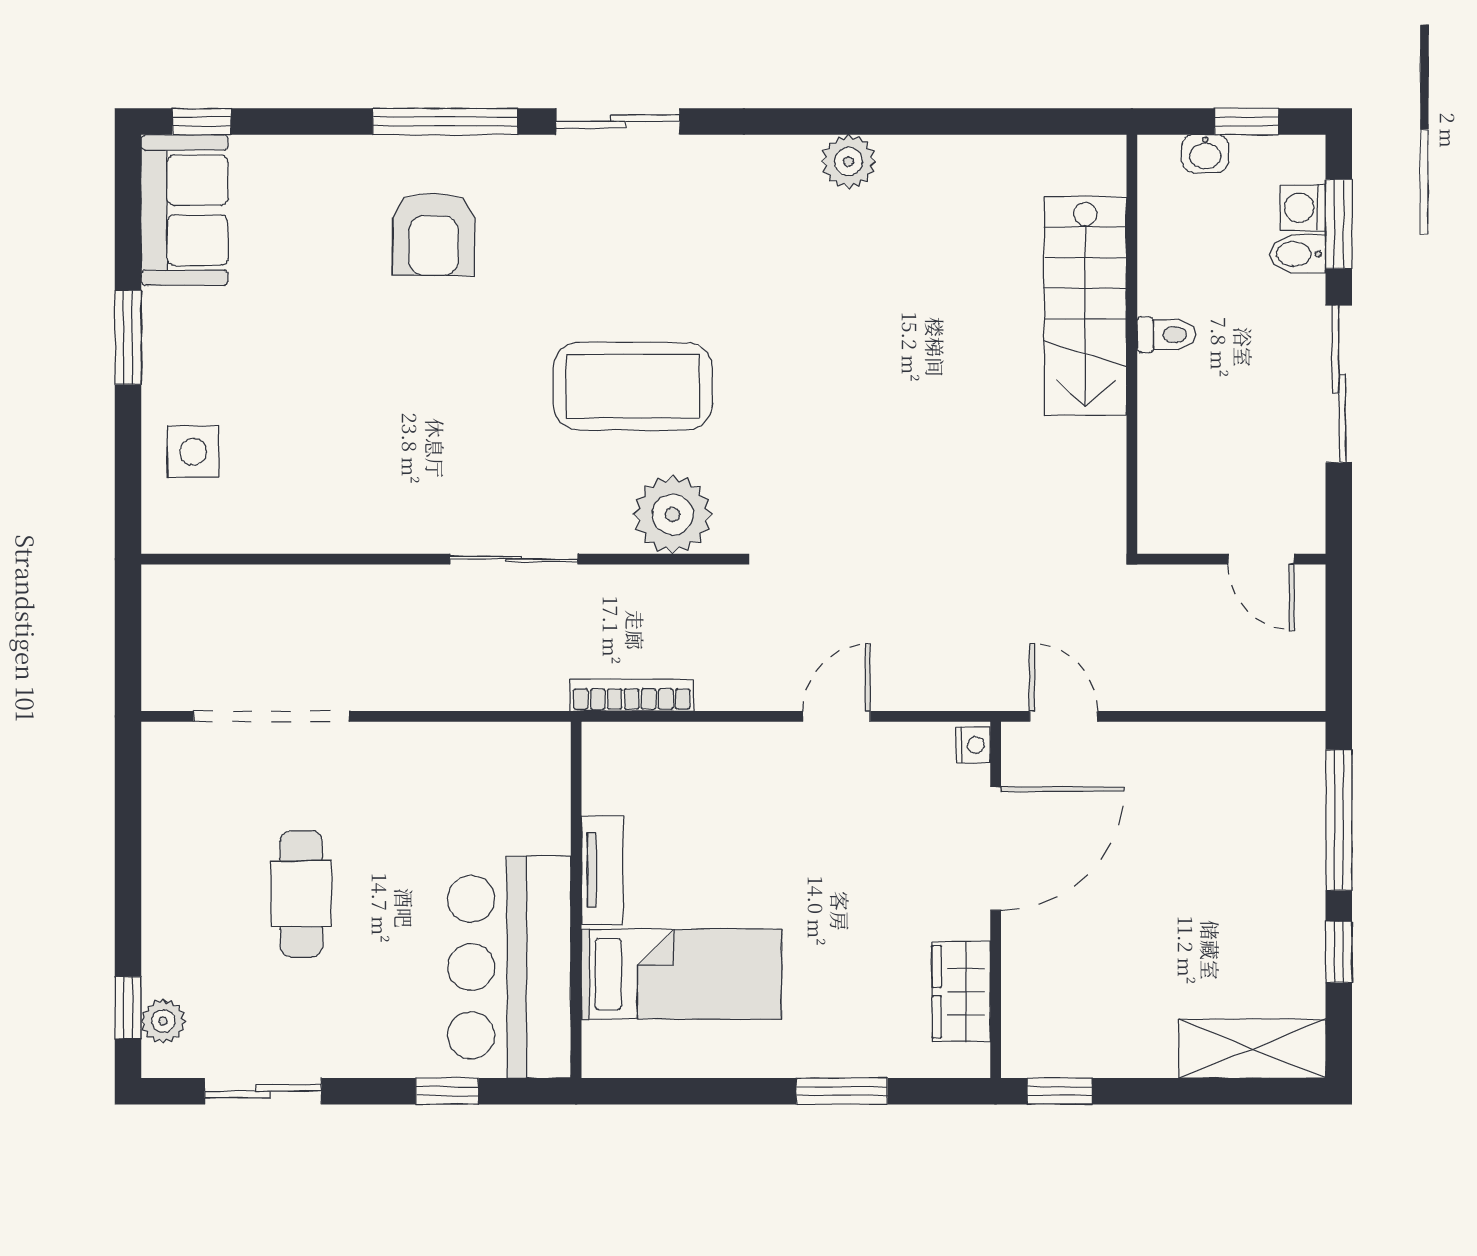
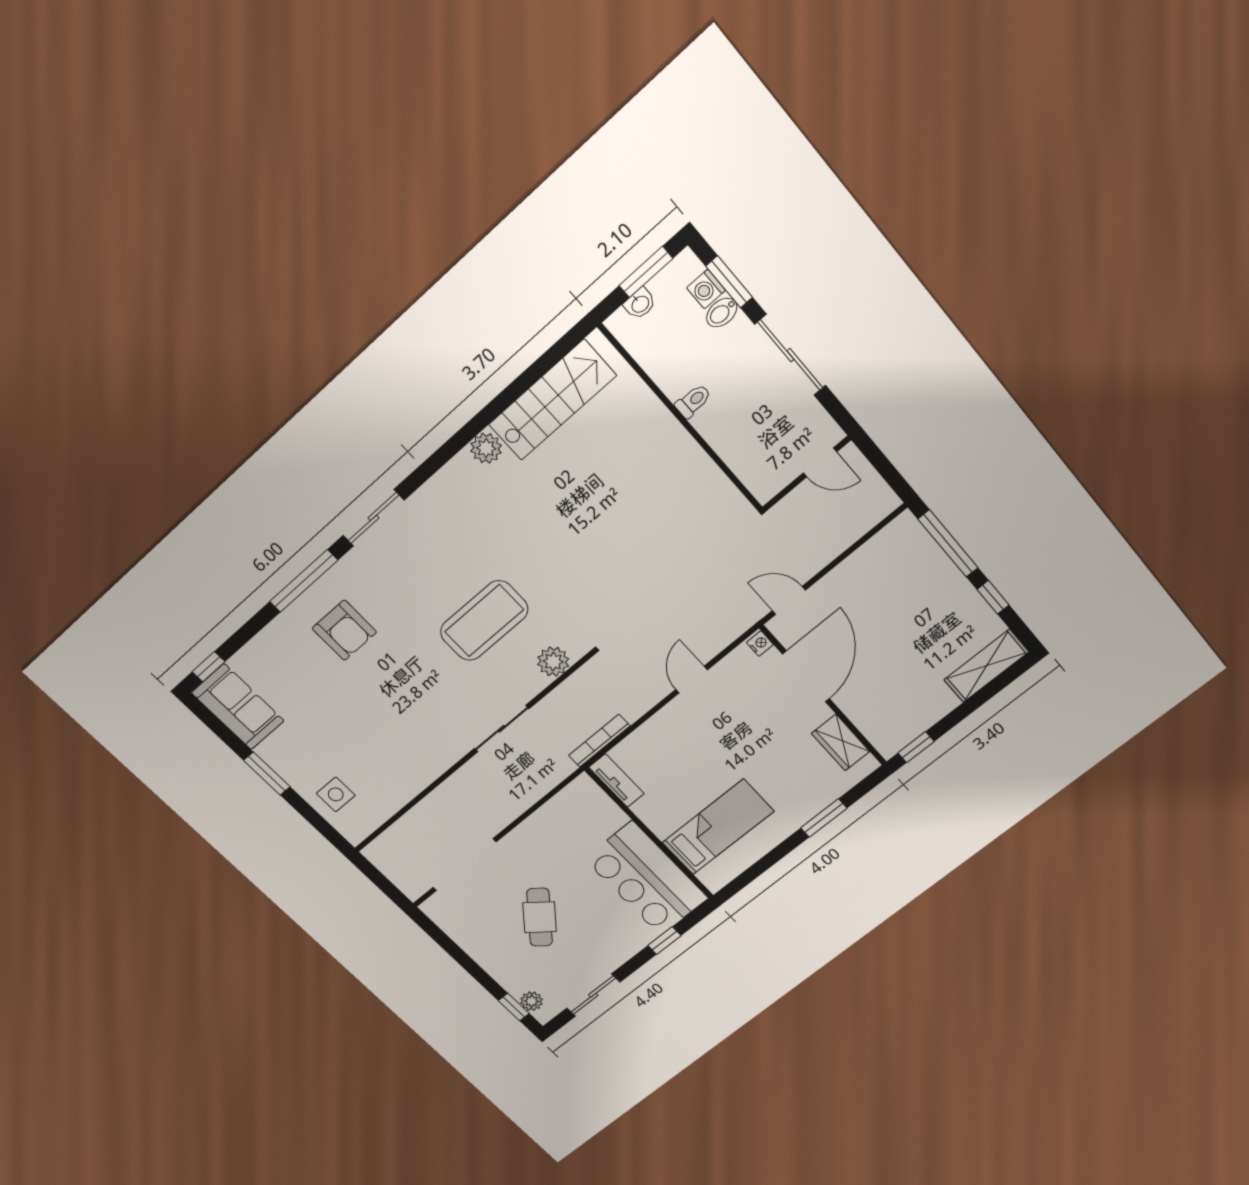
window: (1246, 121) -> (646, 272), width x1.50
stairs: (1085, 306) -> (552, 400), moved, turned -90
plant: (673, 514) -> (553, 662), width x0.73, depth x0.73
tv unit: (602, 870) -> (617, 781), moved
cafe table: (301, 894) -> (540, 917), turned 39

